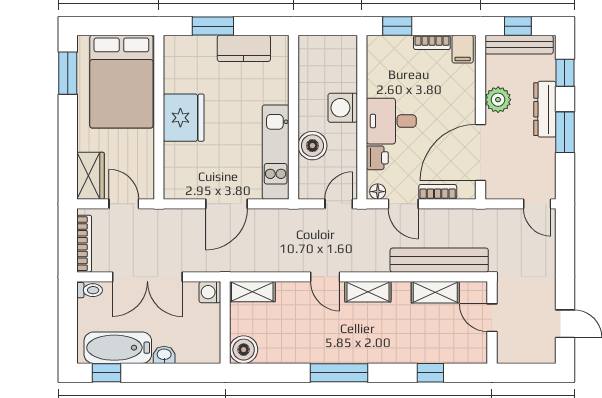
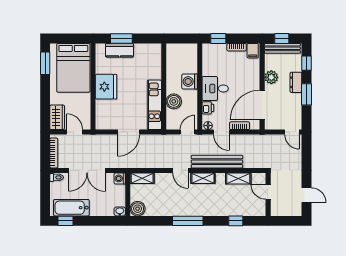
kitchen counter: (244, 48) -> (119, 50), moved
dresser: (545, 109) -> (296, 82), width x0.70
bench: (439, 260) -> (217, 162), moved
washbasin: (164, 355) -> (120, 211), moved

